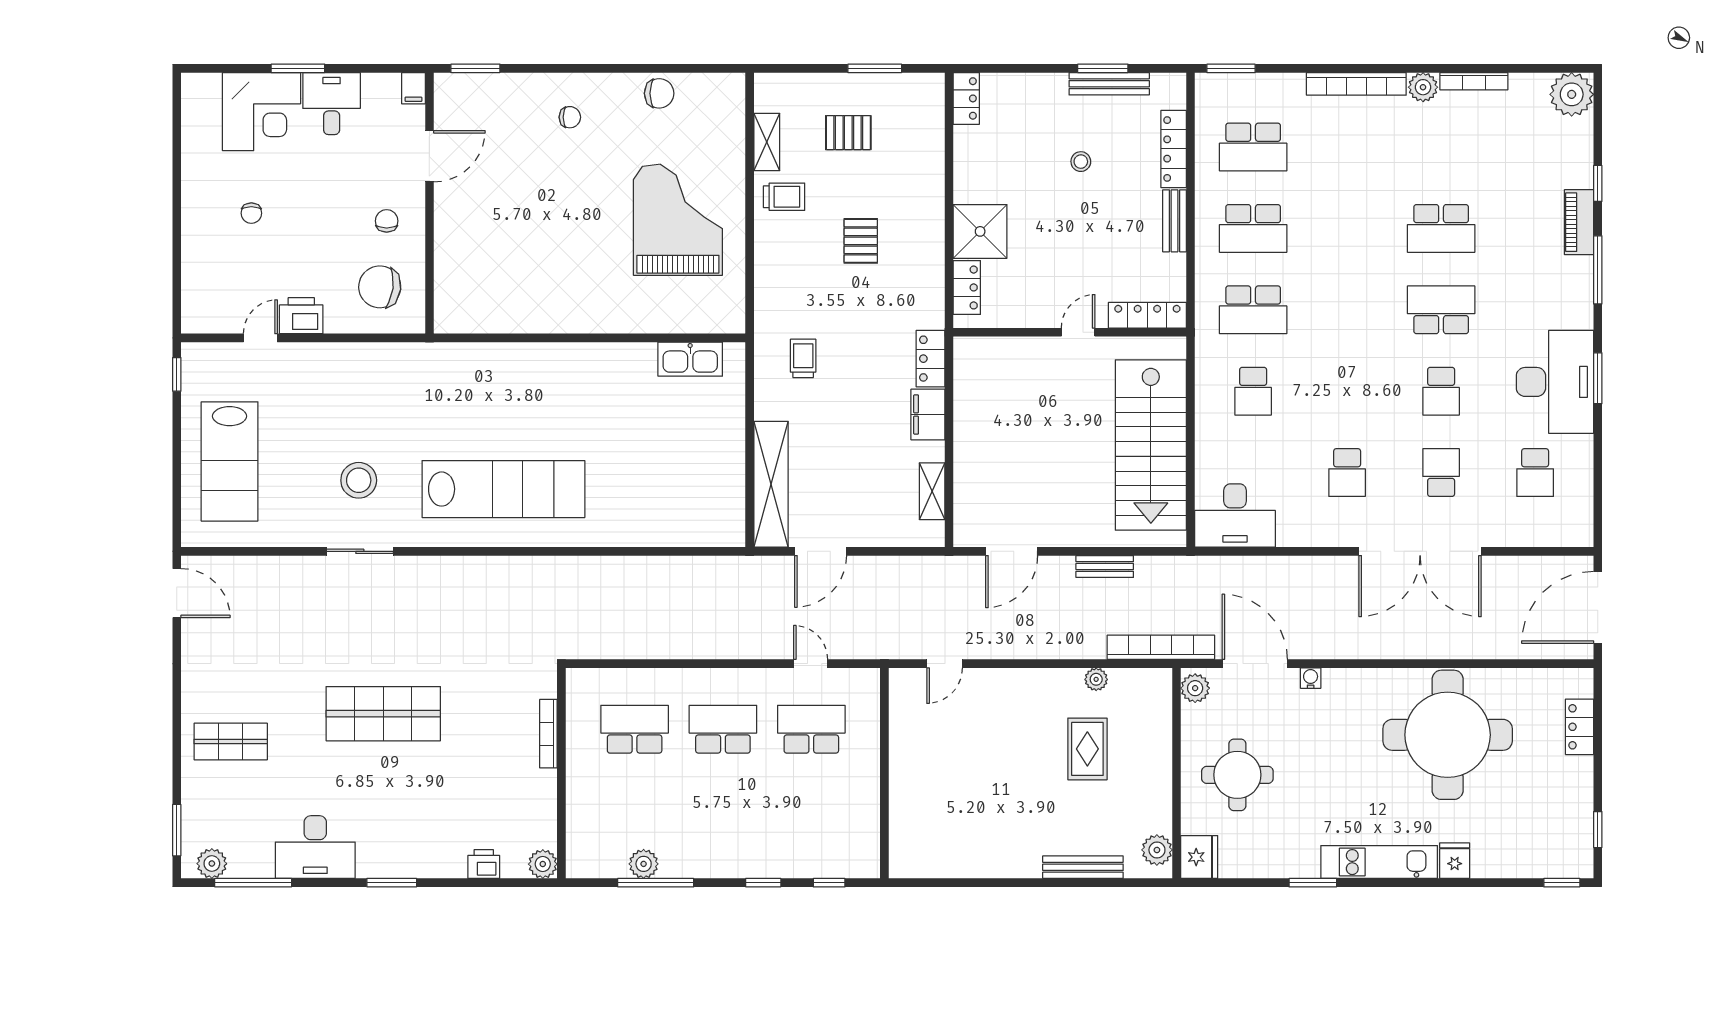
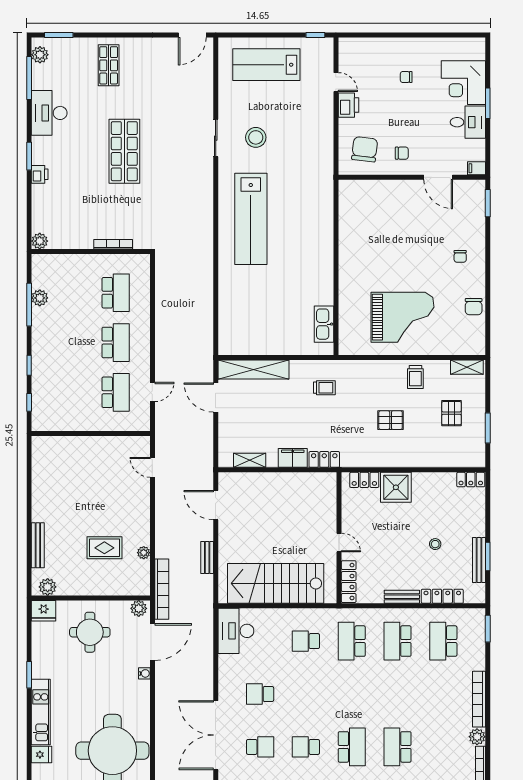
shelving: (767, 142) -> (467, 367), moved
printer: (484, 864) -> (40, 174), moved

